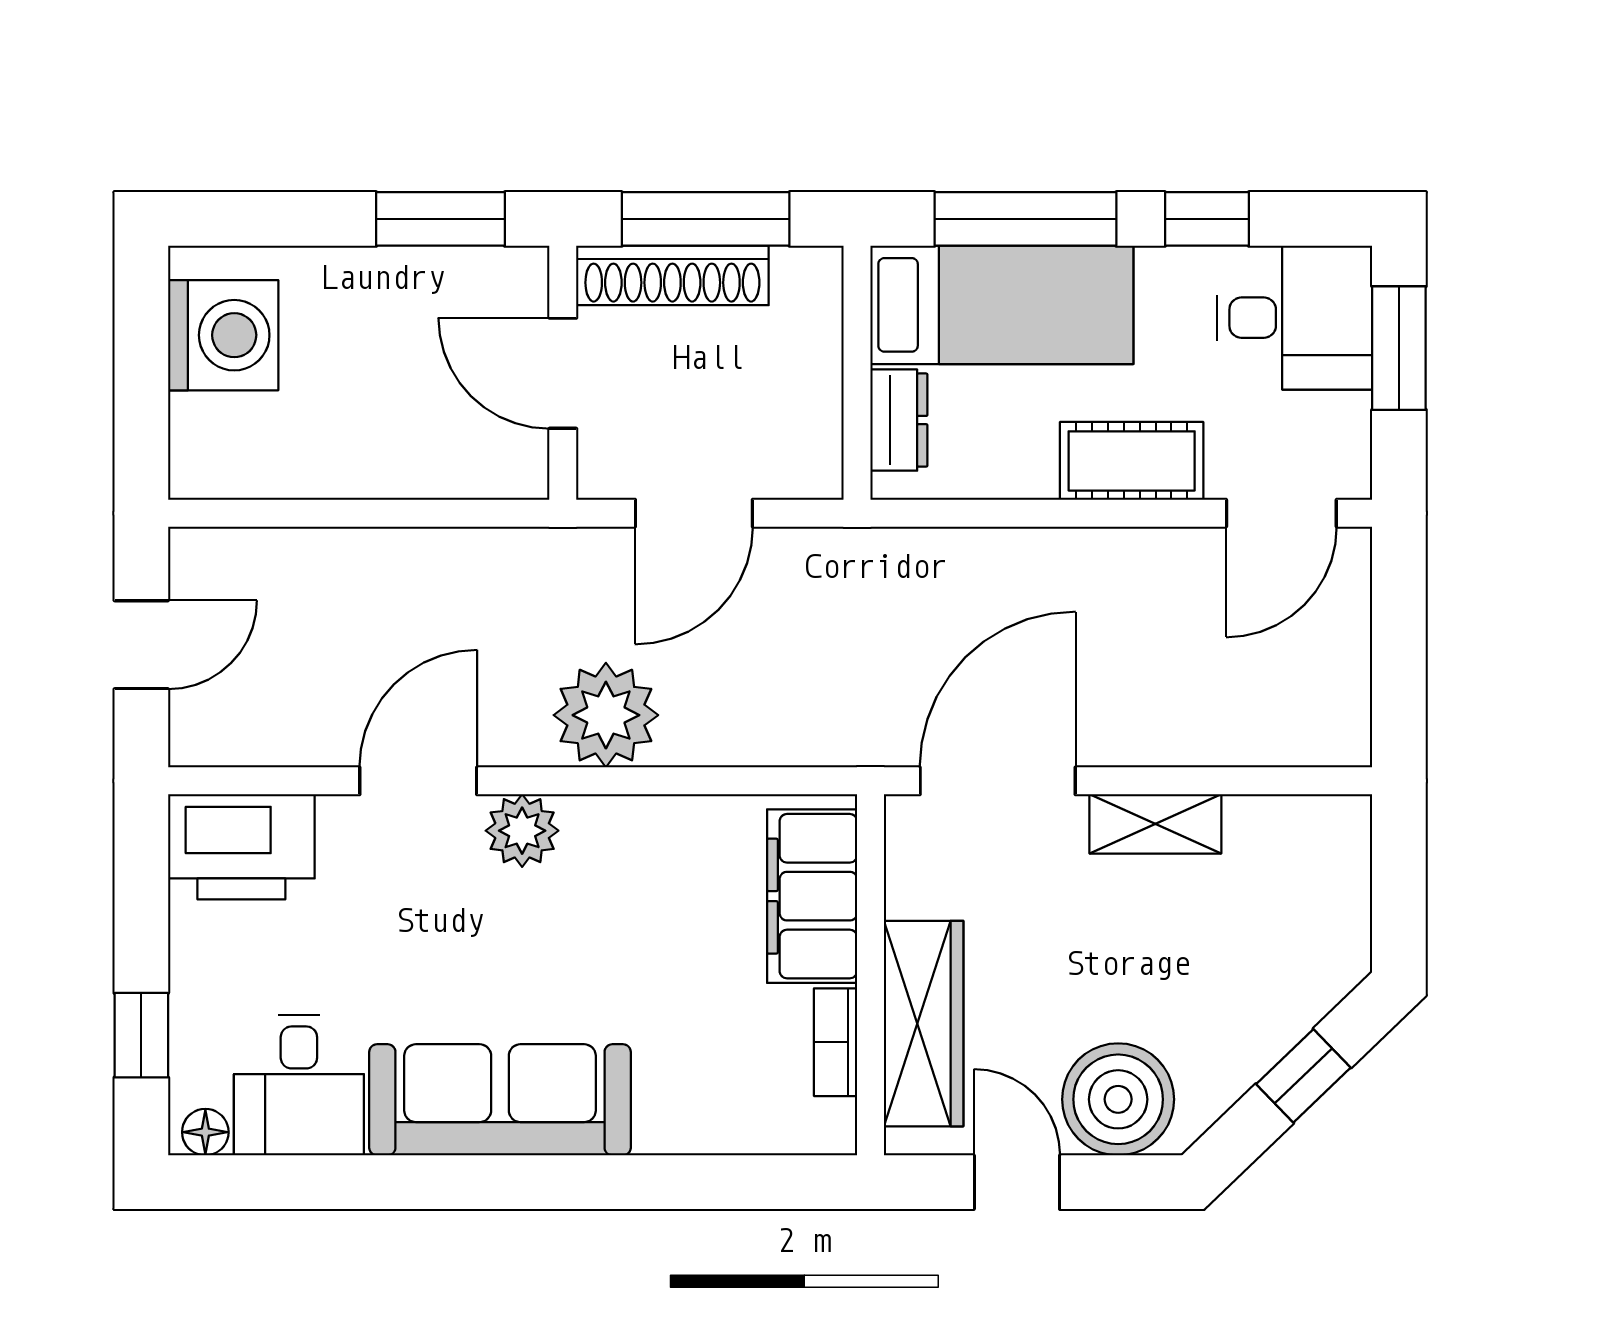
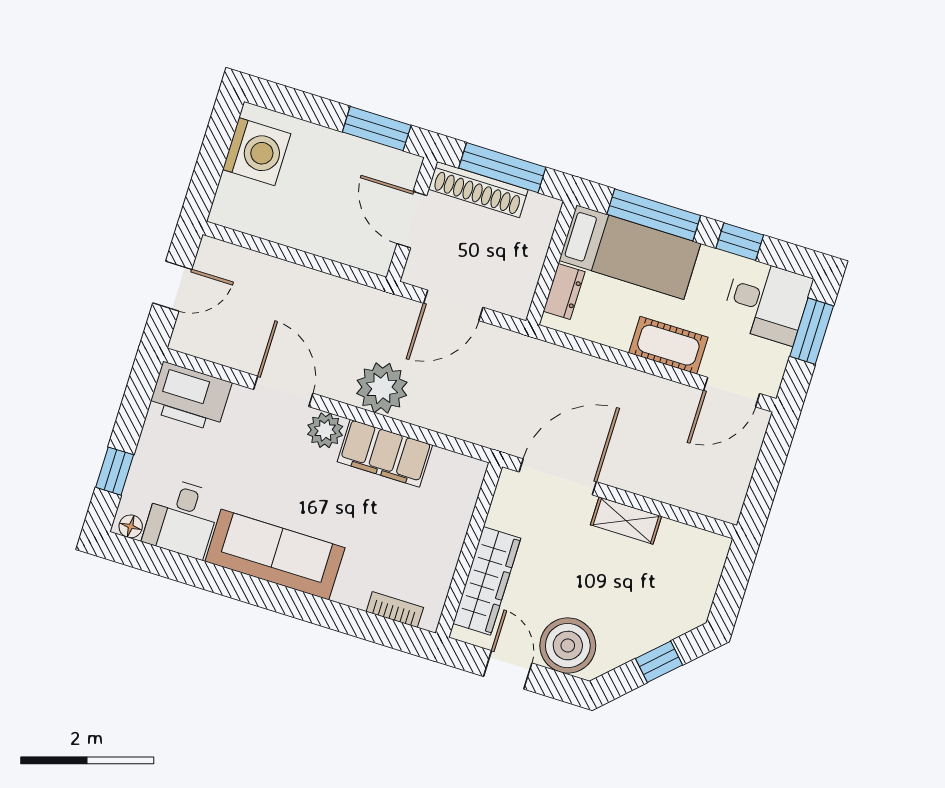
door: (418, 781) -> (283, 391), hinge flipped
filing cabinet: (812, 896) -> (385, 453), moved, turned -90
bookcase: (836, 1042) -> (395, 610), moved, turned 90

